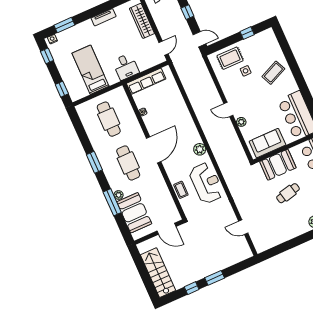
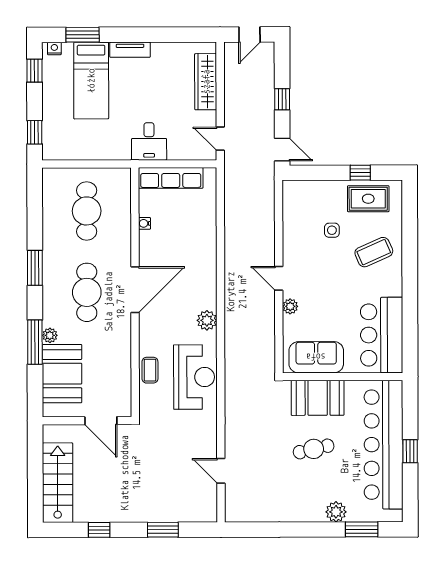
tv unit: (104, 17) -> (130, 50), moved
door: (163, 48) -> (220, 139), swing flipped
rug: (230, 58) -> (368, 199), moved
bed: (90, 70) -> (91, 81), moved, turned 180
window: (215, 278) -> (163, 530), moved

